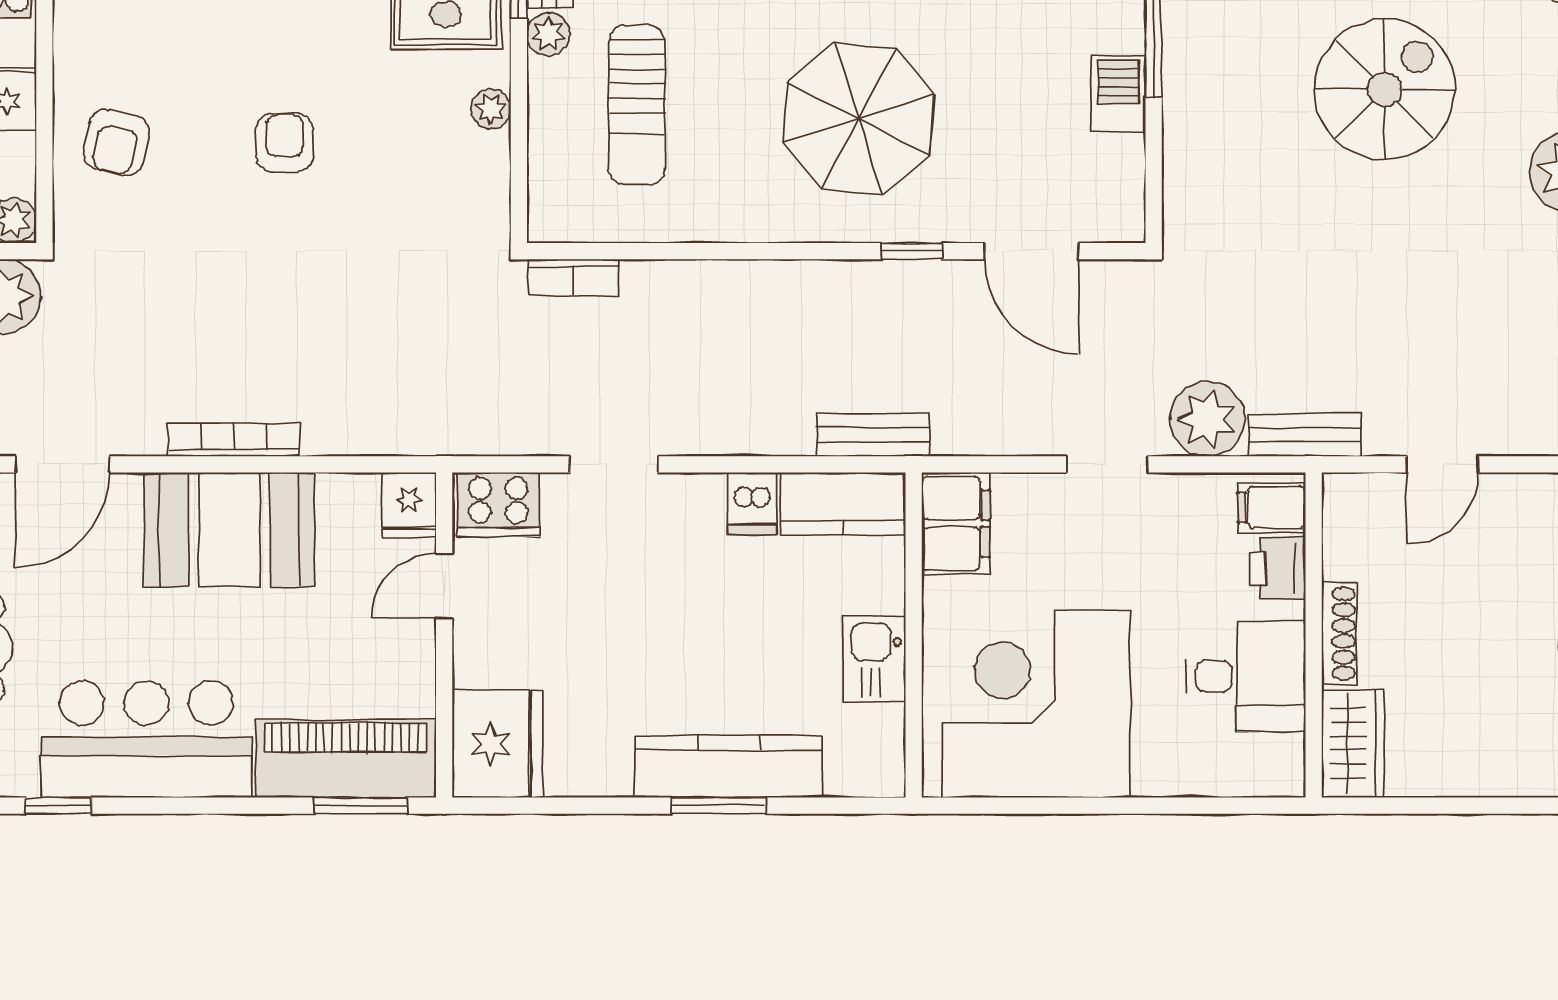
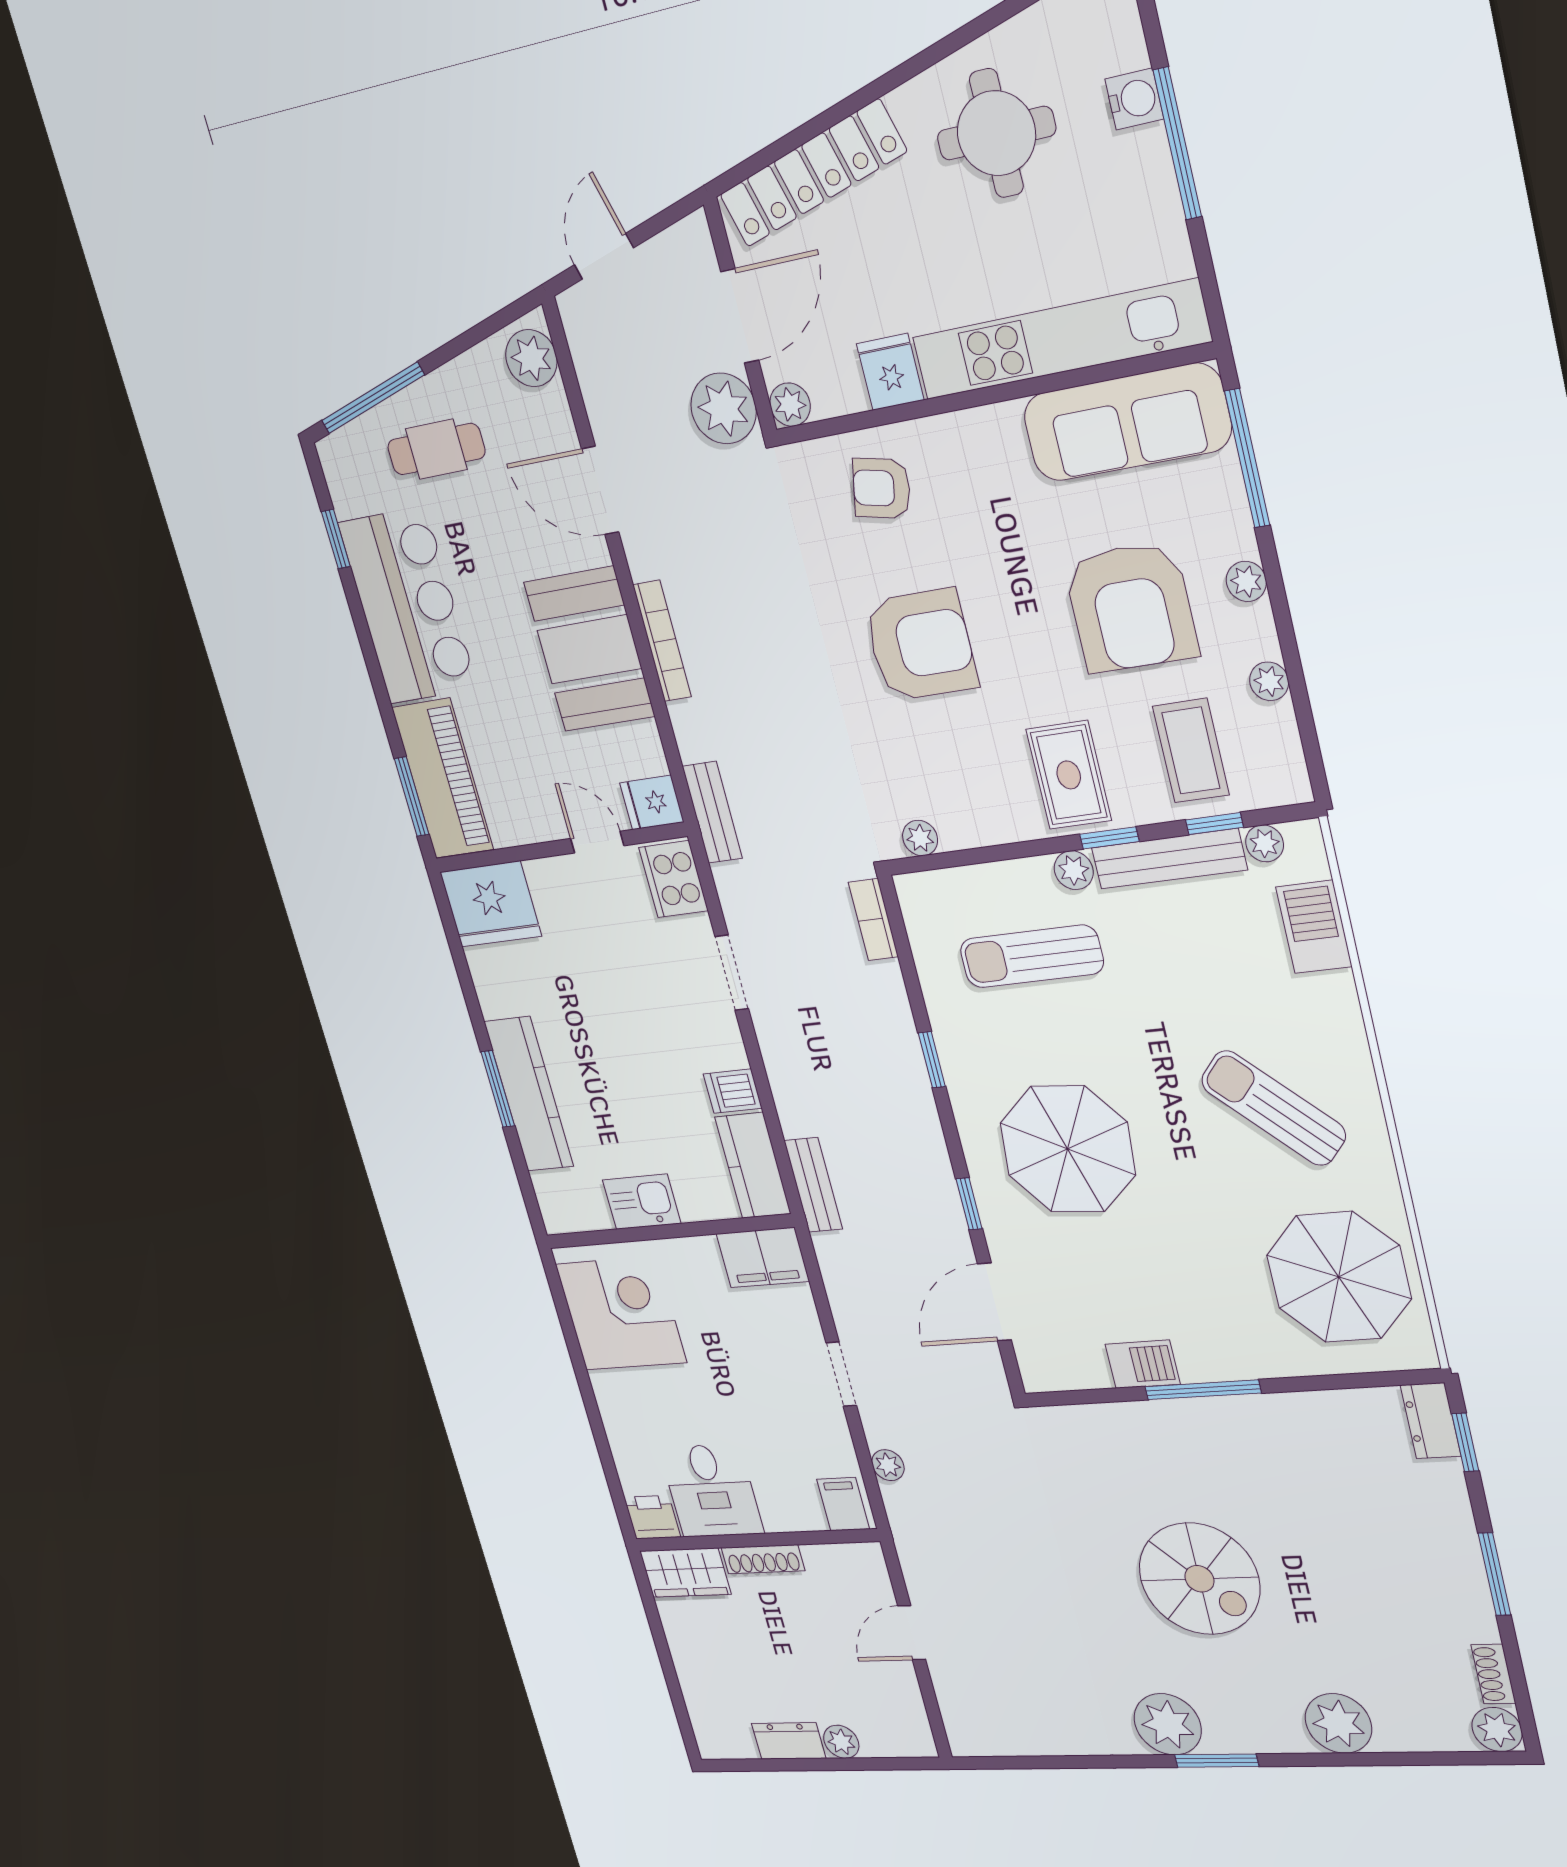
plant: (491, 109) -> (920, 838), moved
armchair: (285, 143) -> (921, 645), width x1.88, depth x1.88
window: (740, 251) -> (932, 1060), added
plant: (1207, 419) -> (888, 1465), width x0.53, depth x0.53
bench: (1305, 435) -> (712, 812), moved
door: (1442, 464) -> (912, 1633), hinge flipped
printer: (1277, 568) -> (652, 1517), moved
corner desk: (1036, 704) -> (621, 1313), width x0.74, depth x0.74

